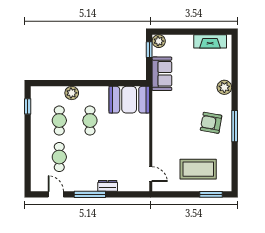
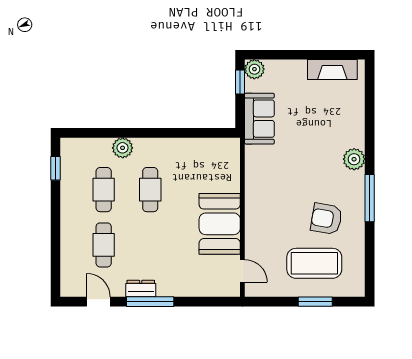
plant: (224, 87) -> (354, 159), moved
booth: (129, 100) -> (220, 224), moved, turned 90
armchair: (211, 123) -> (326, 219), moved
dresser: (108, 186) -> (141, 289), moved
window: (211, 194) -> (315, 302), moved

